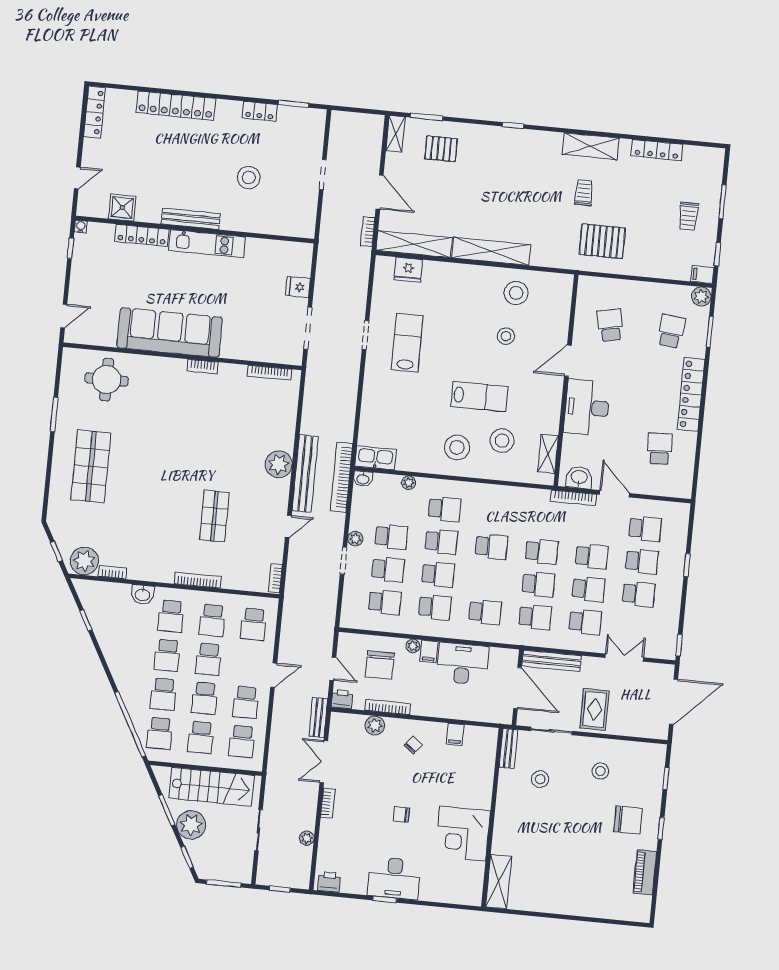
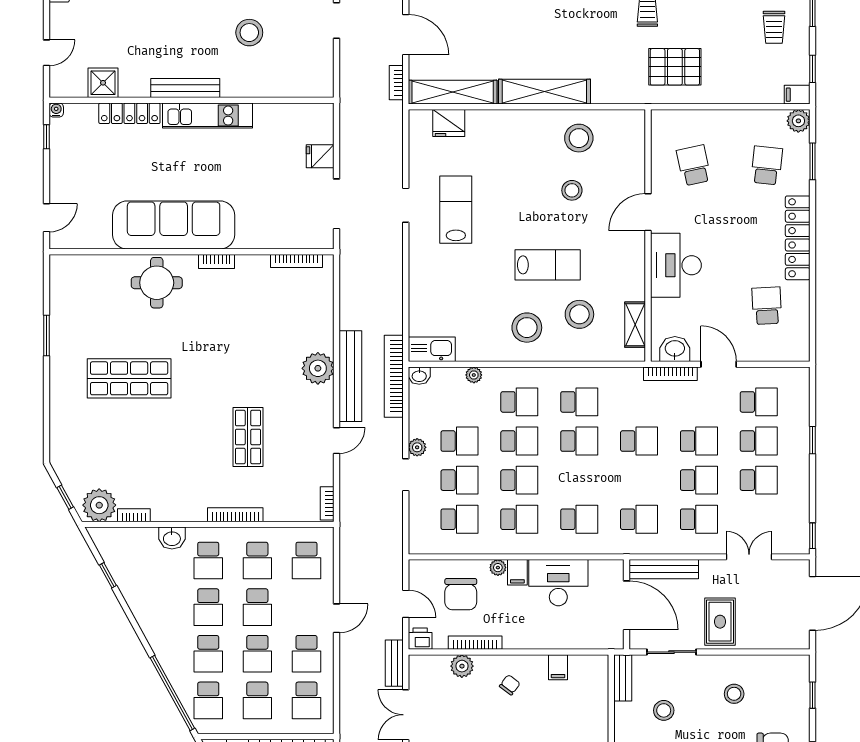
round table: (107, 380) -> (157, 283), moved
shop shelf: (91, 466) -> (129, 378), moved, turned 90
school desk: (538, 584) -> (579, 402), moved

